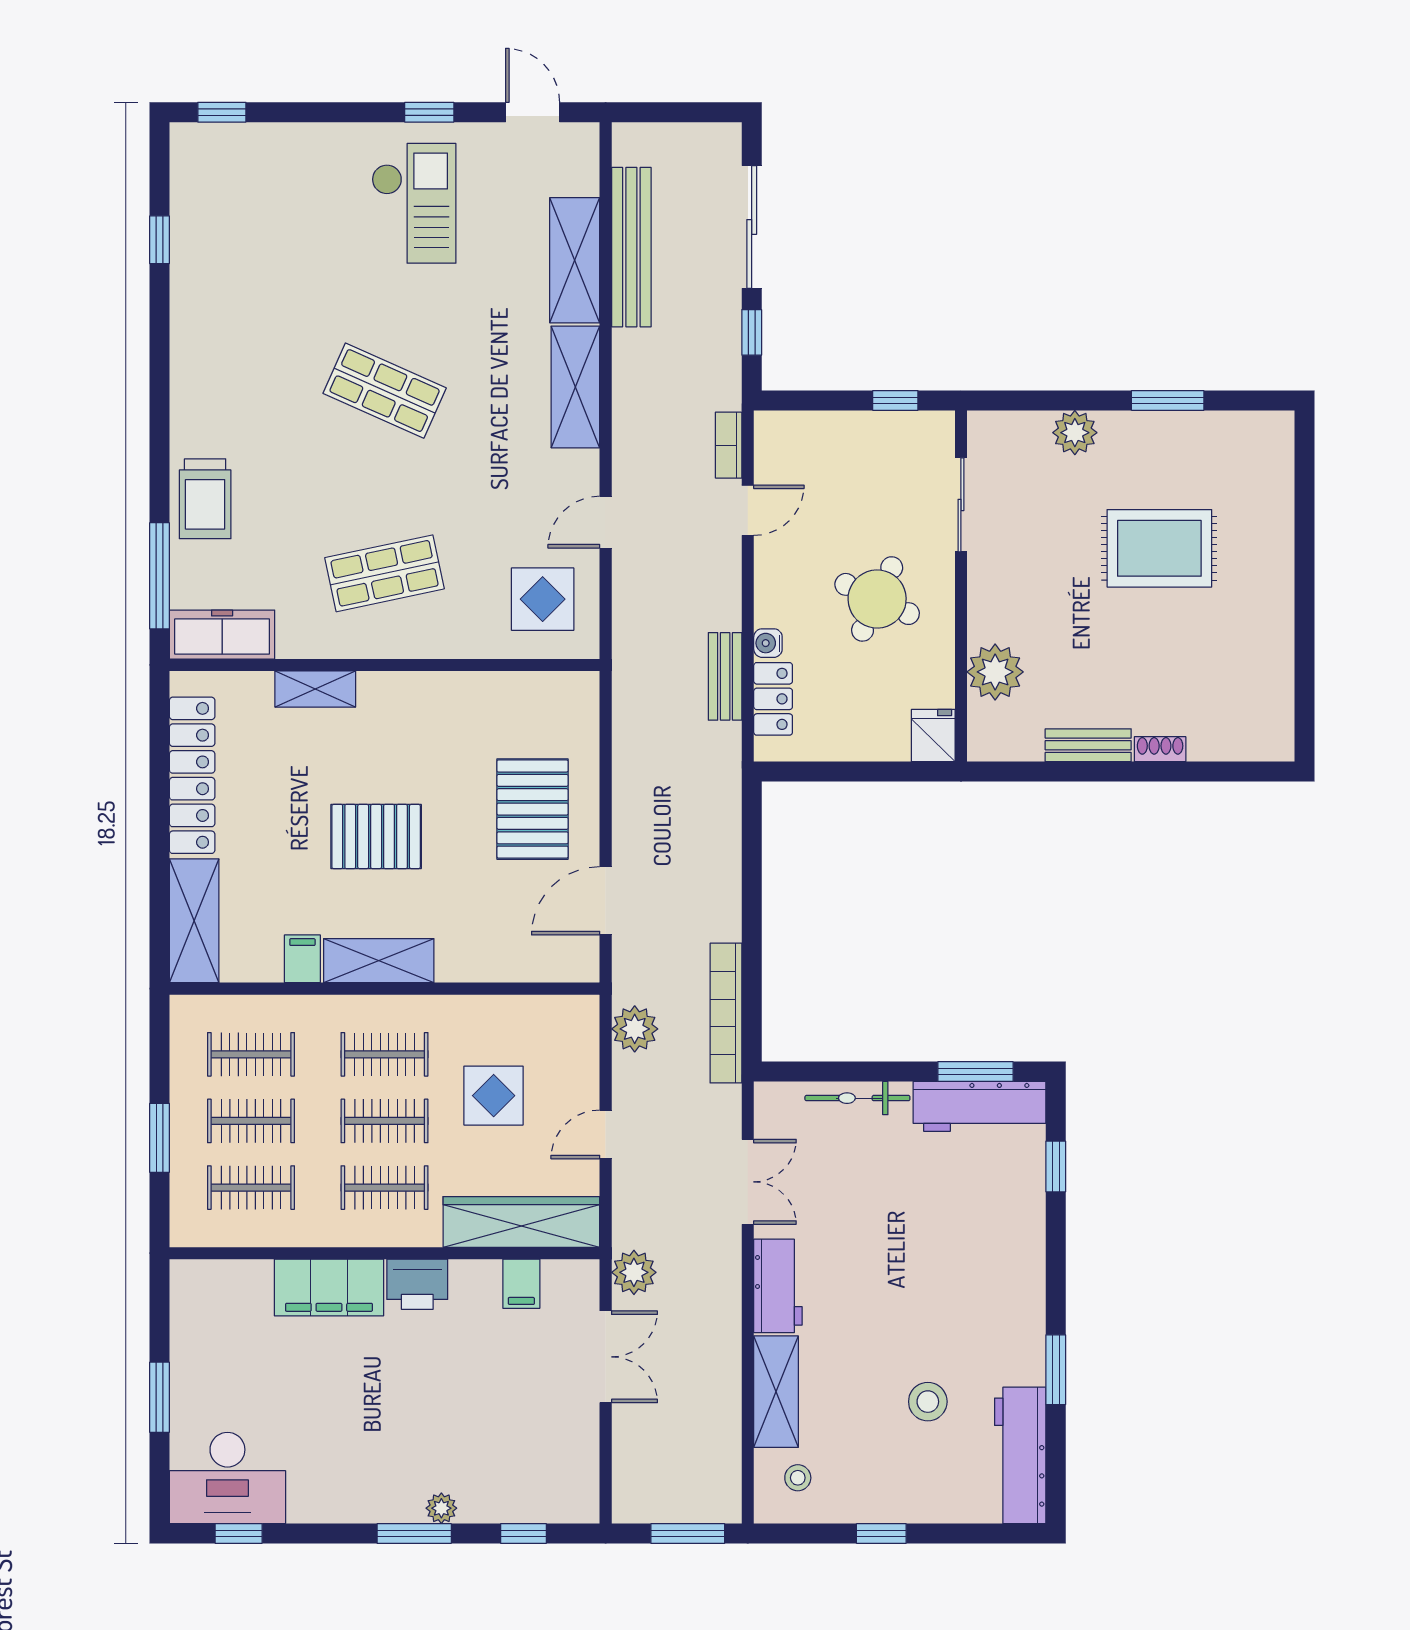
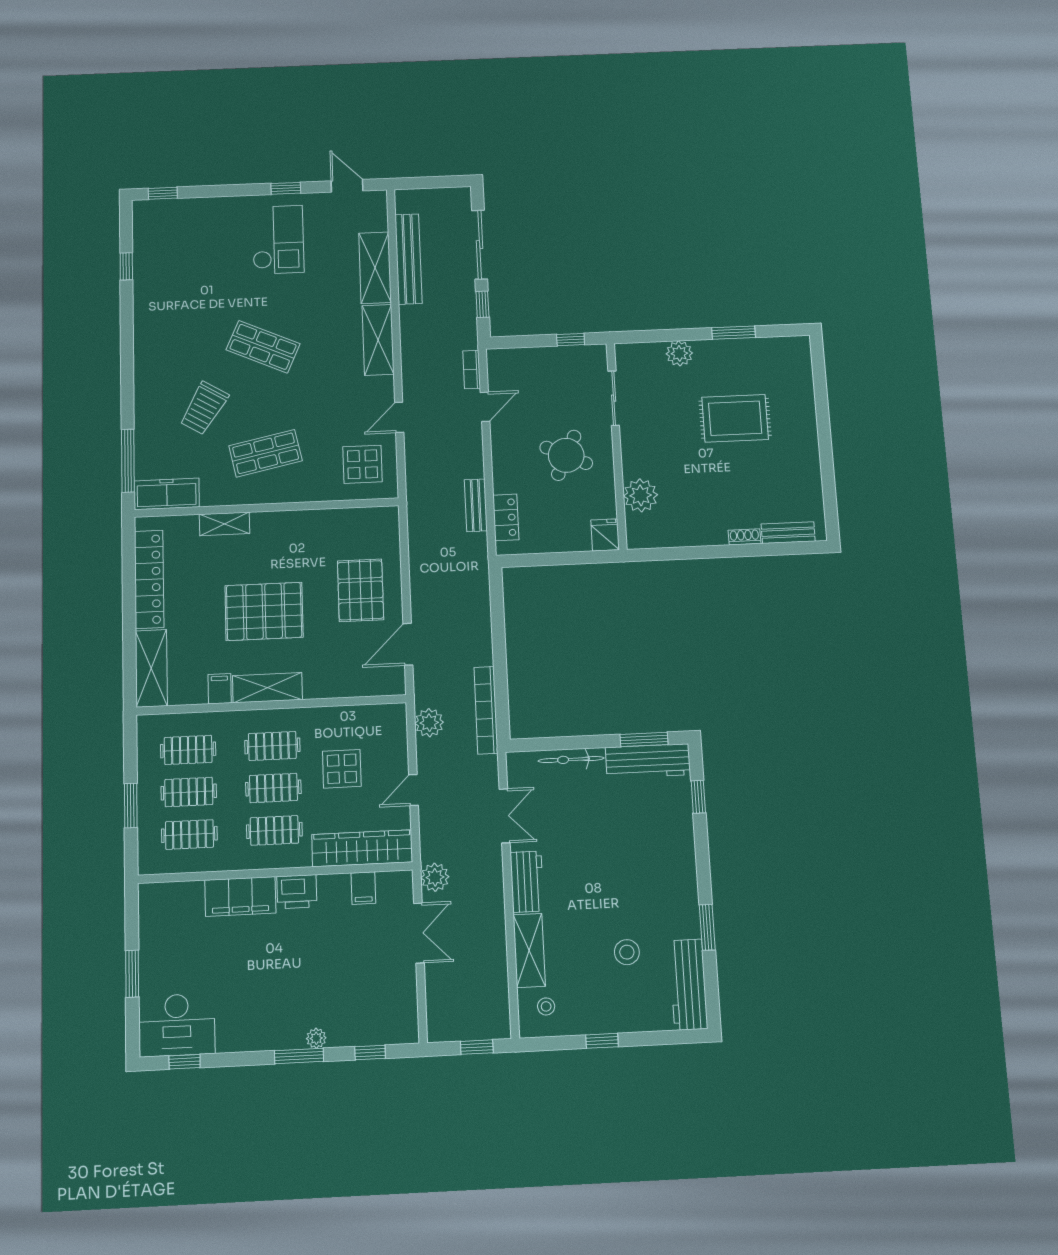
trolley: (205, 499) -> (204, 408), moved, turned 31
water cooler: (768, 643) -> (501, 484), removed
bench: (1088, 745) -> (788, 533), moved
pallet: (376, 837) -> (264, 611), width x1.37, depth x1.41
window: (688, 1534) -> (477, 1047), width x0.67

